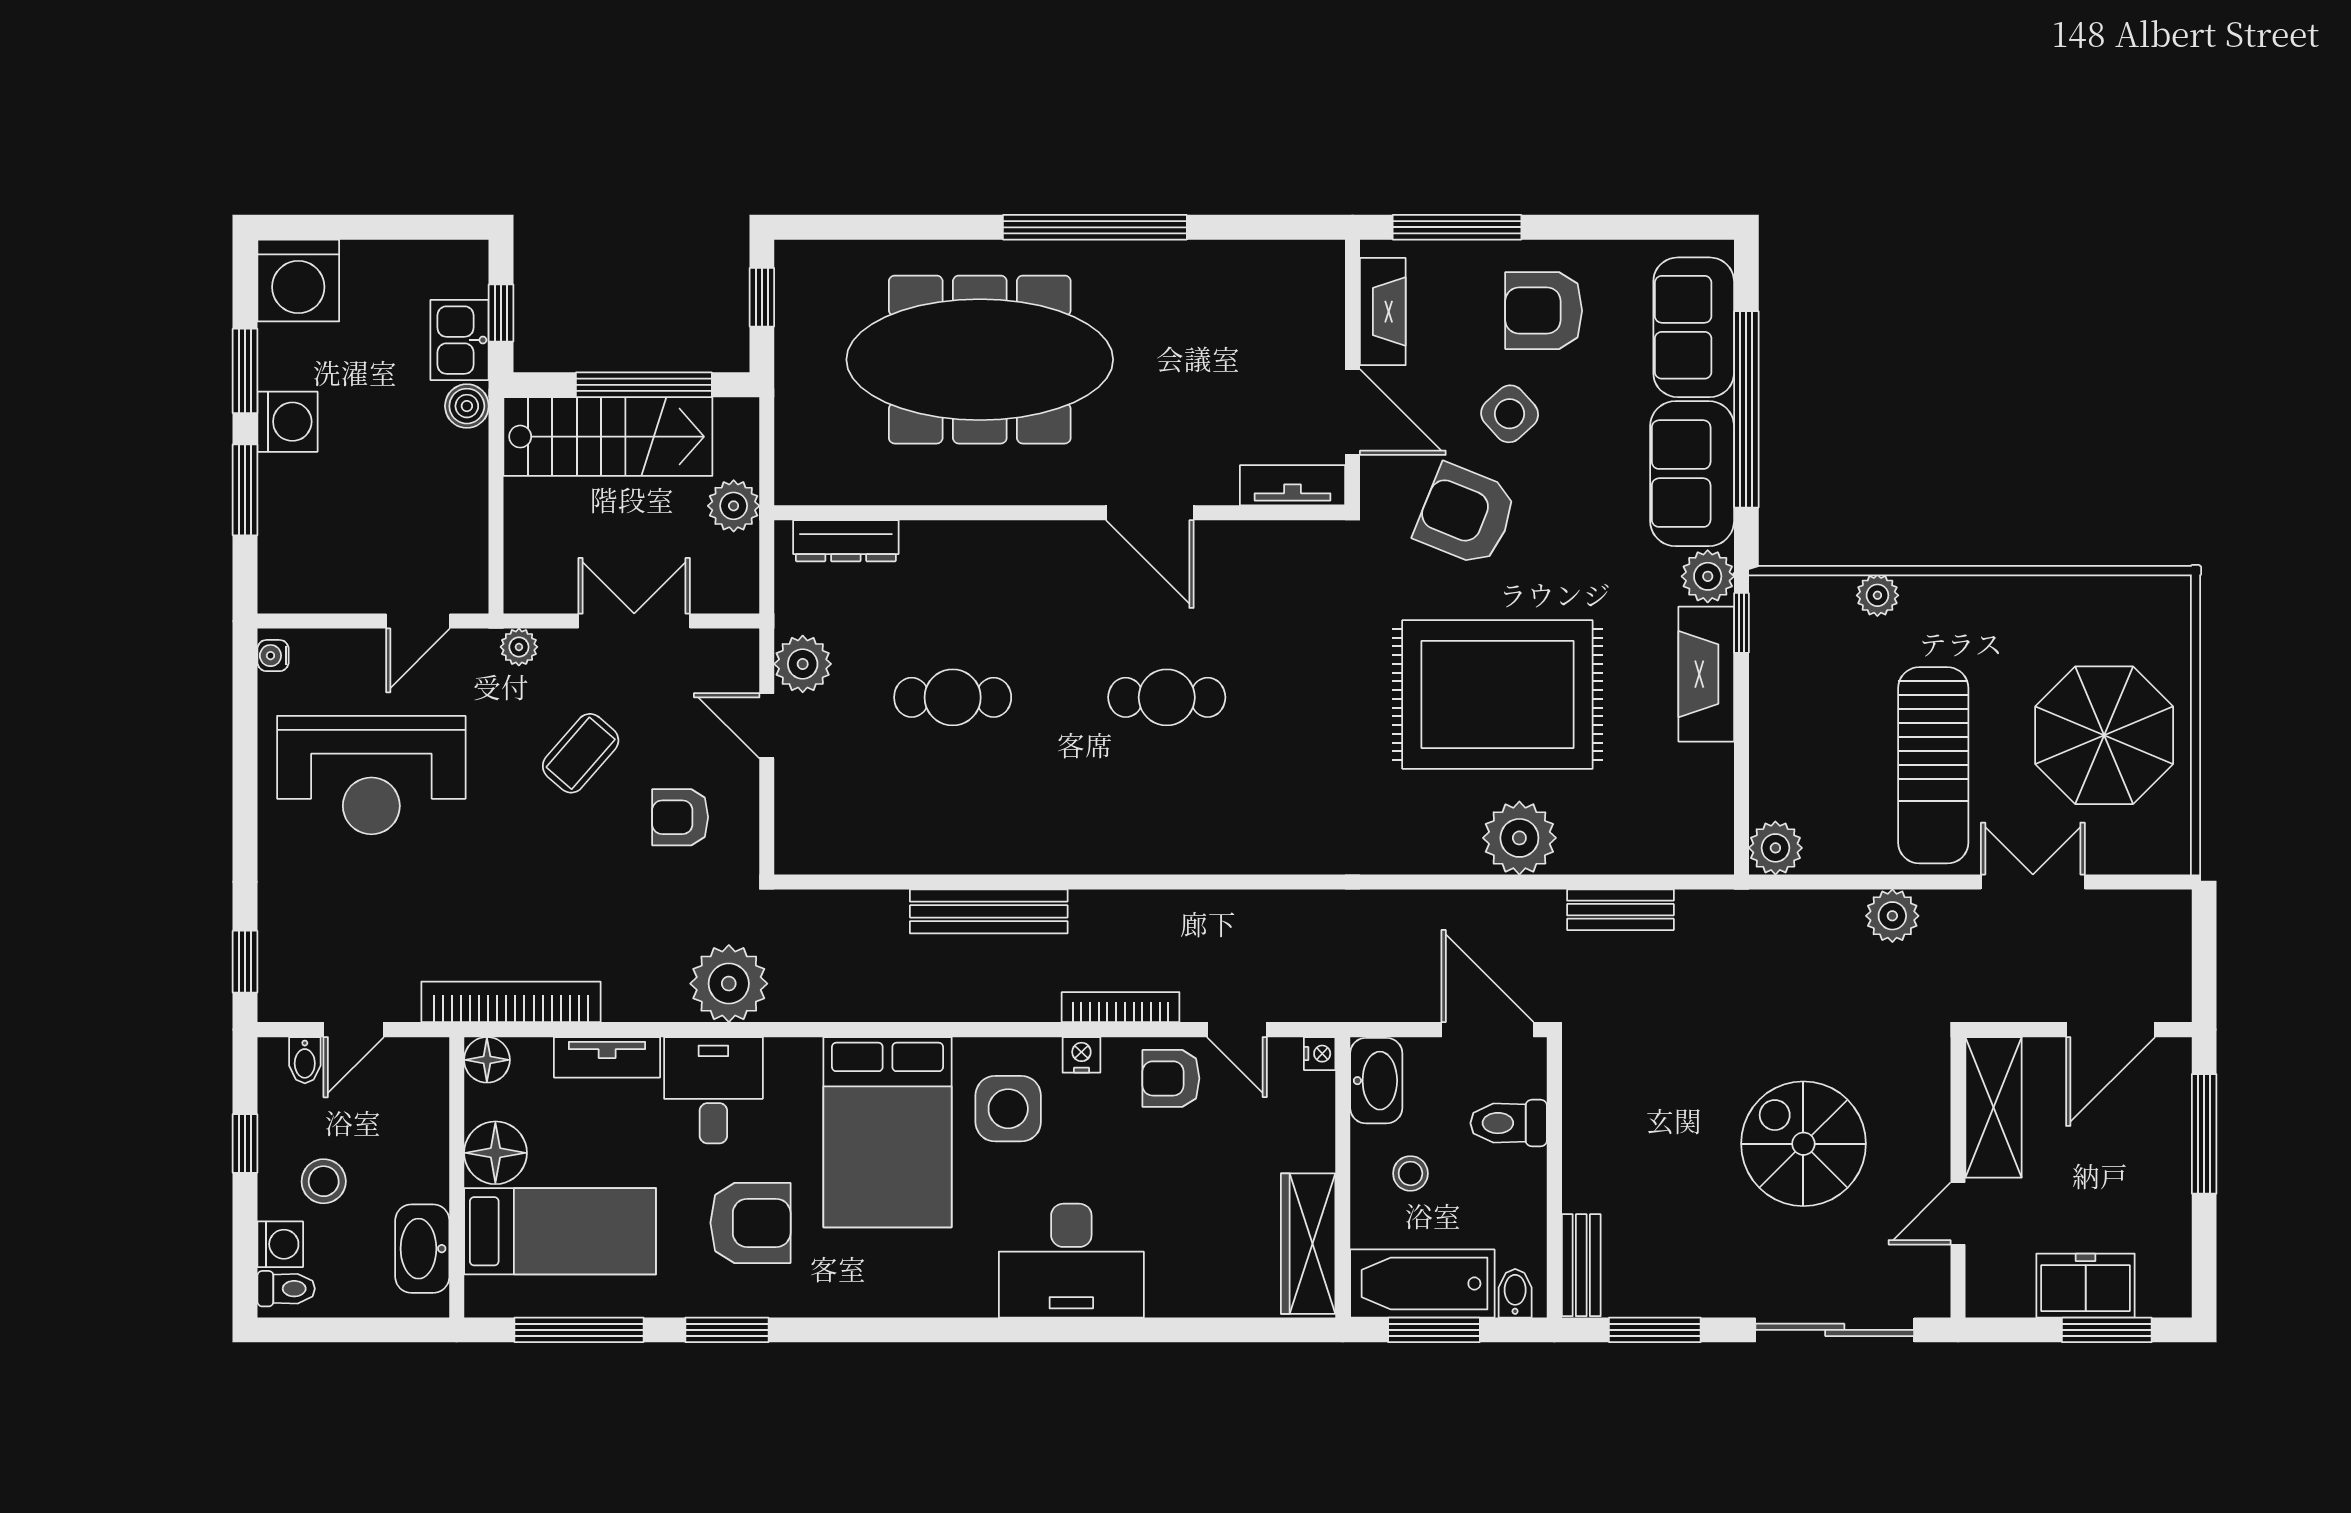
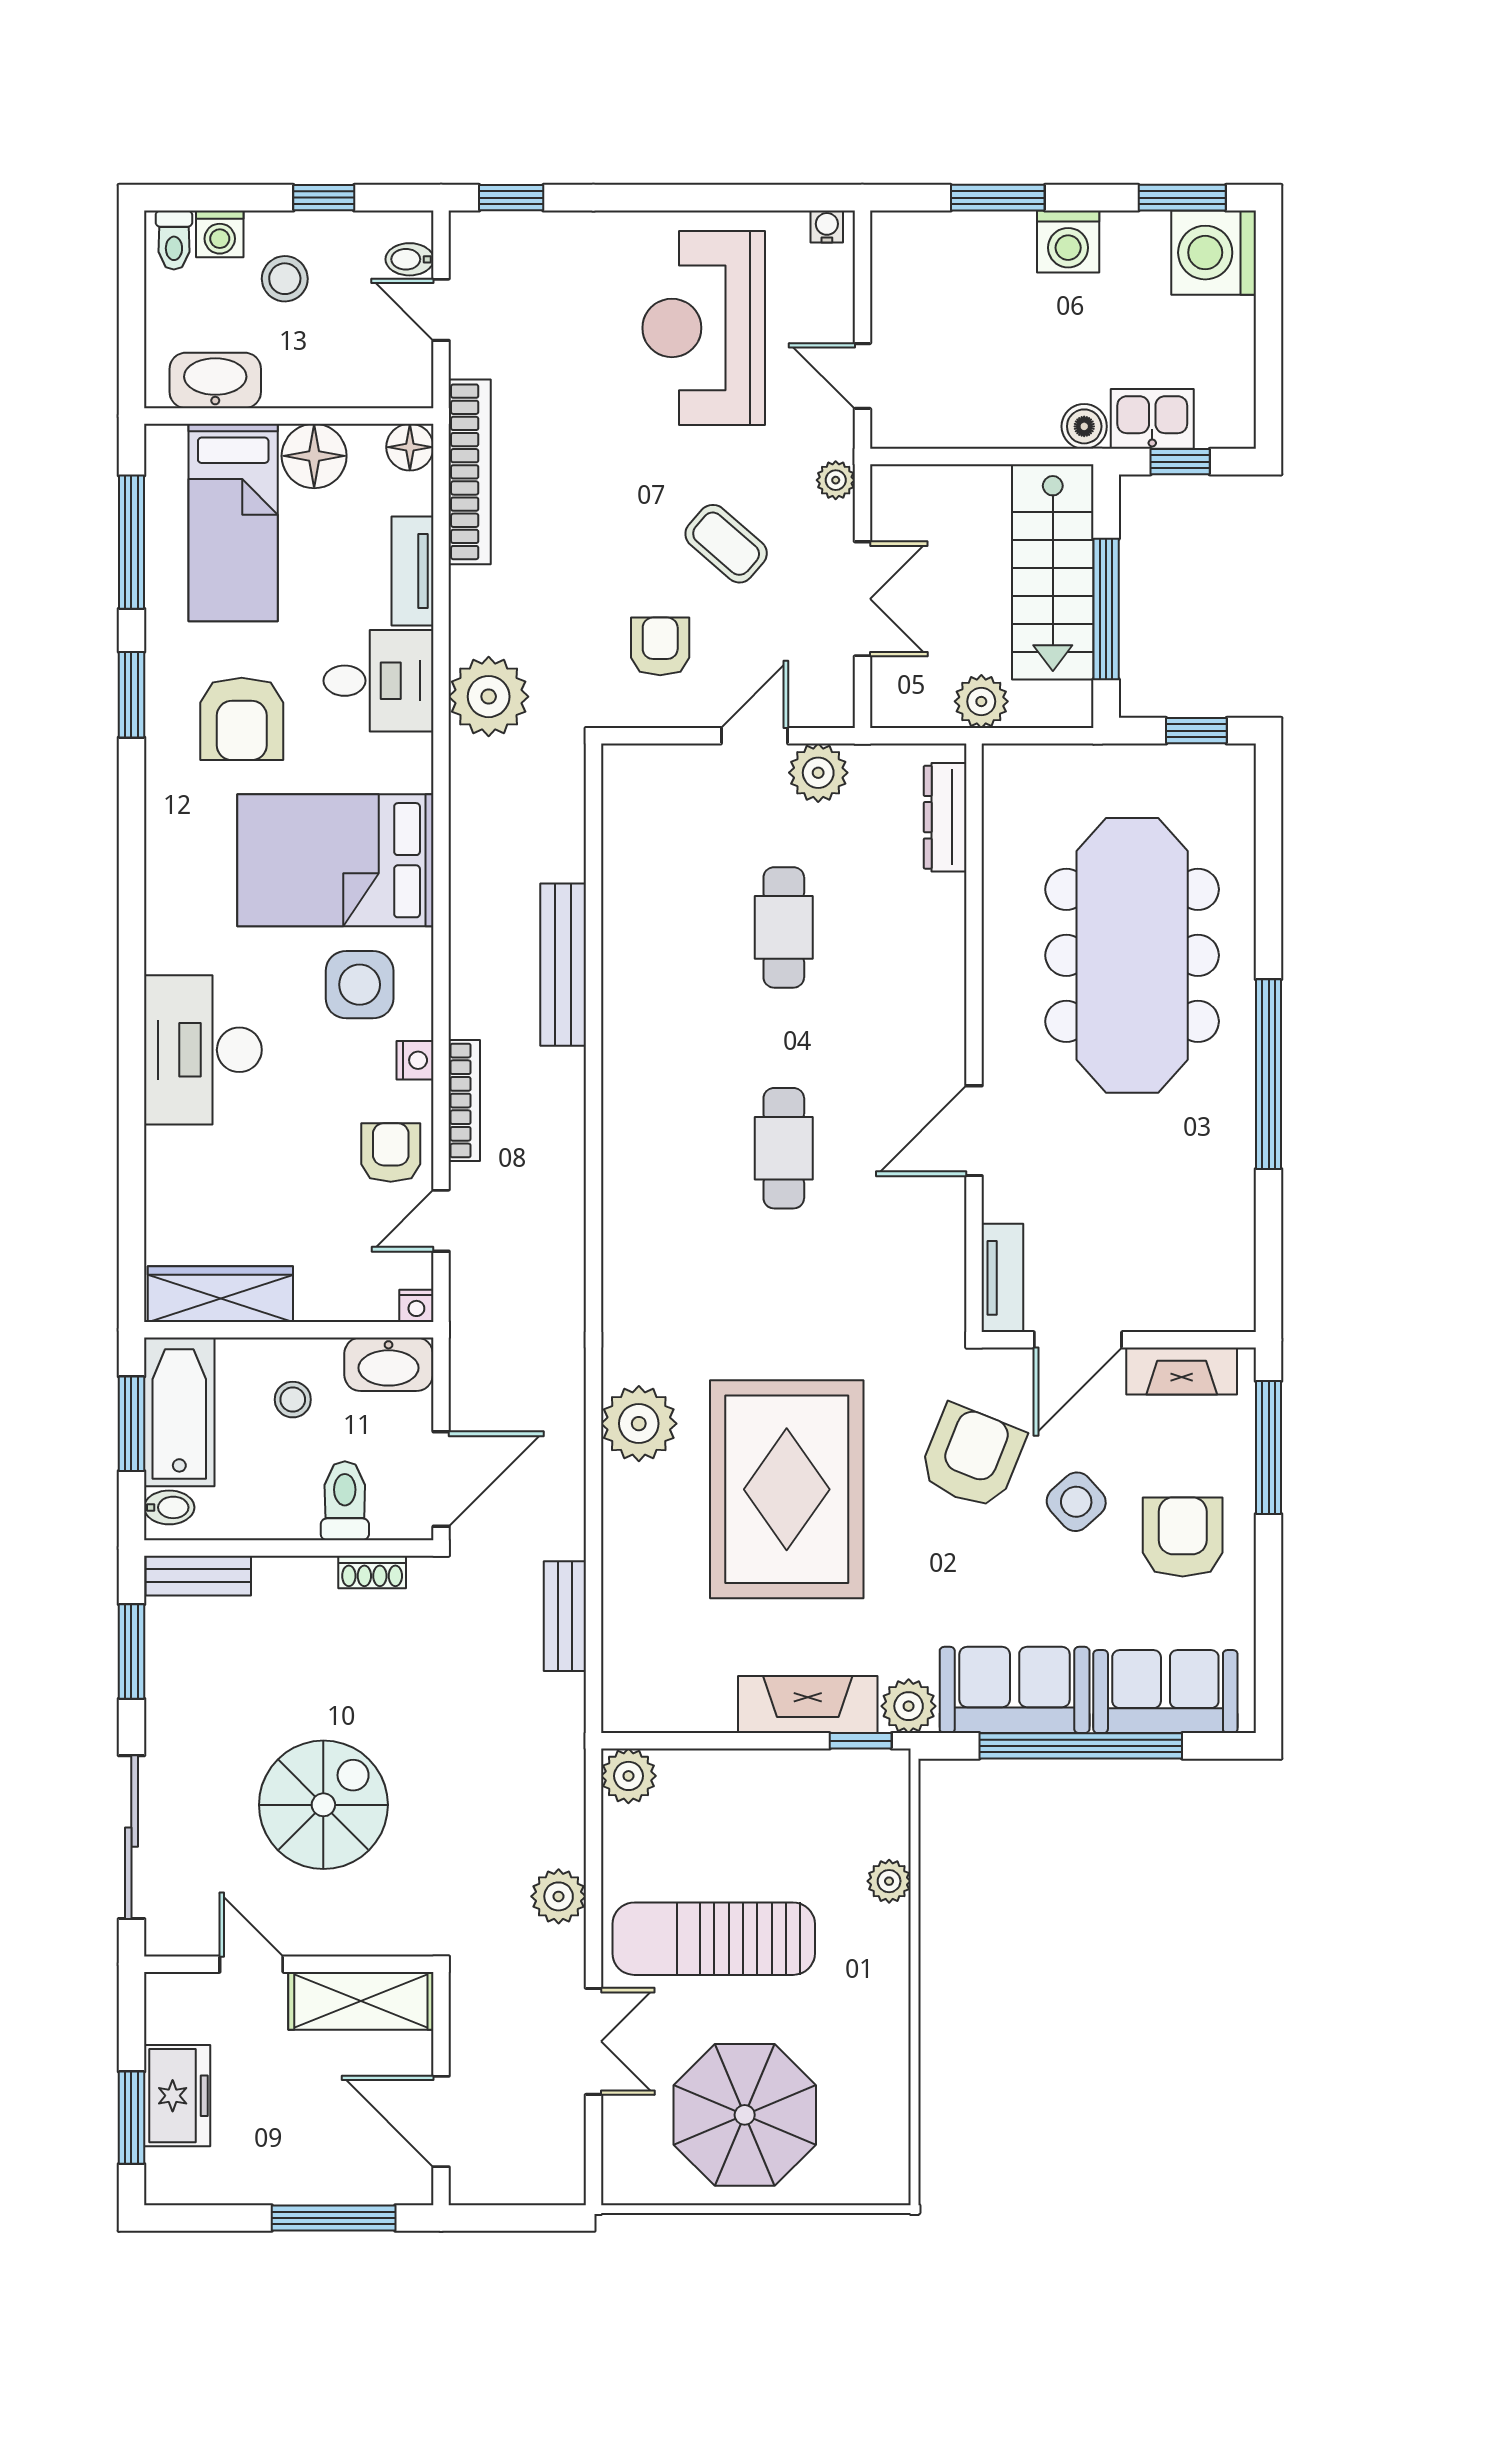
window: (245, 371) -> (1182, 198), moved
plant: (1519, 838) -> (639, 1424), moved
shoe rack: (1578, 1097) -> (372, 1572), added

